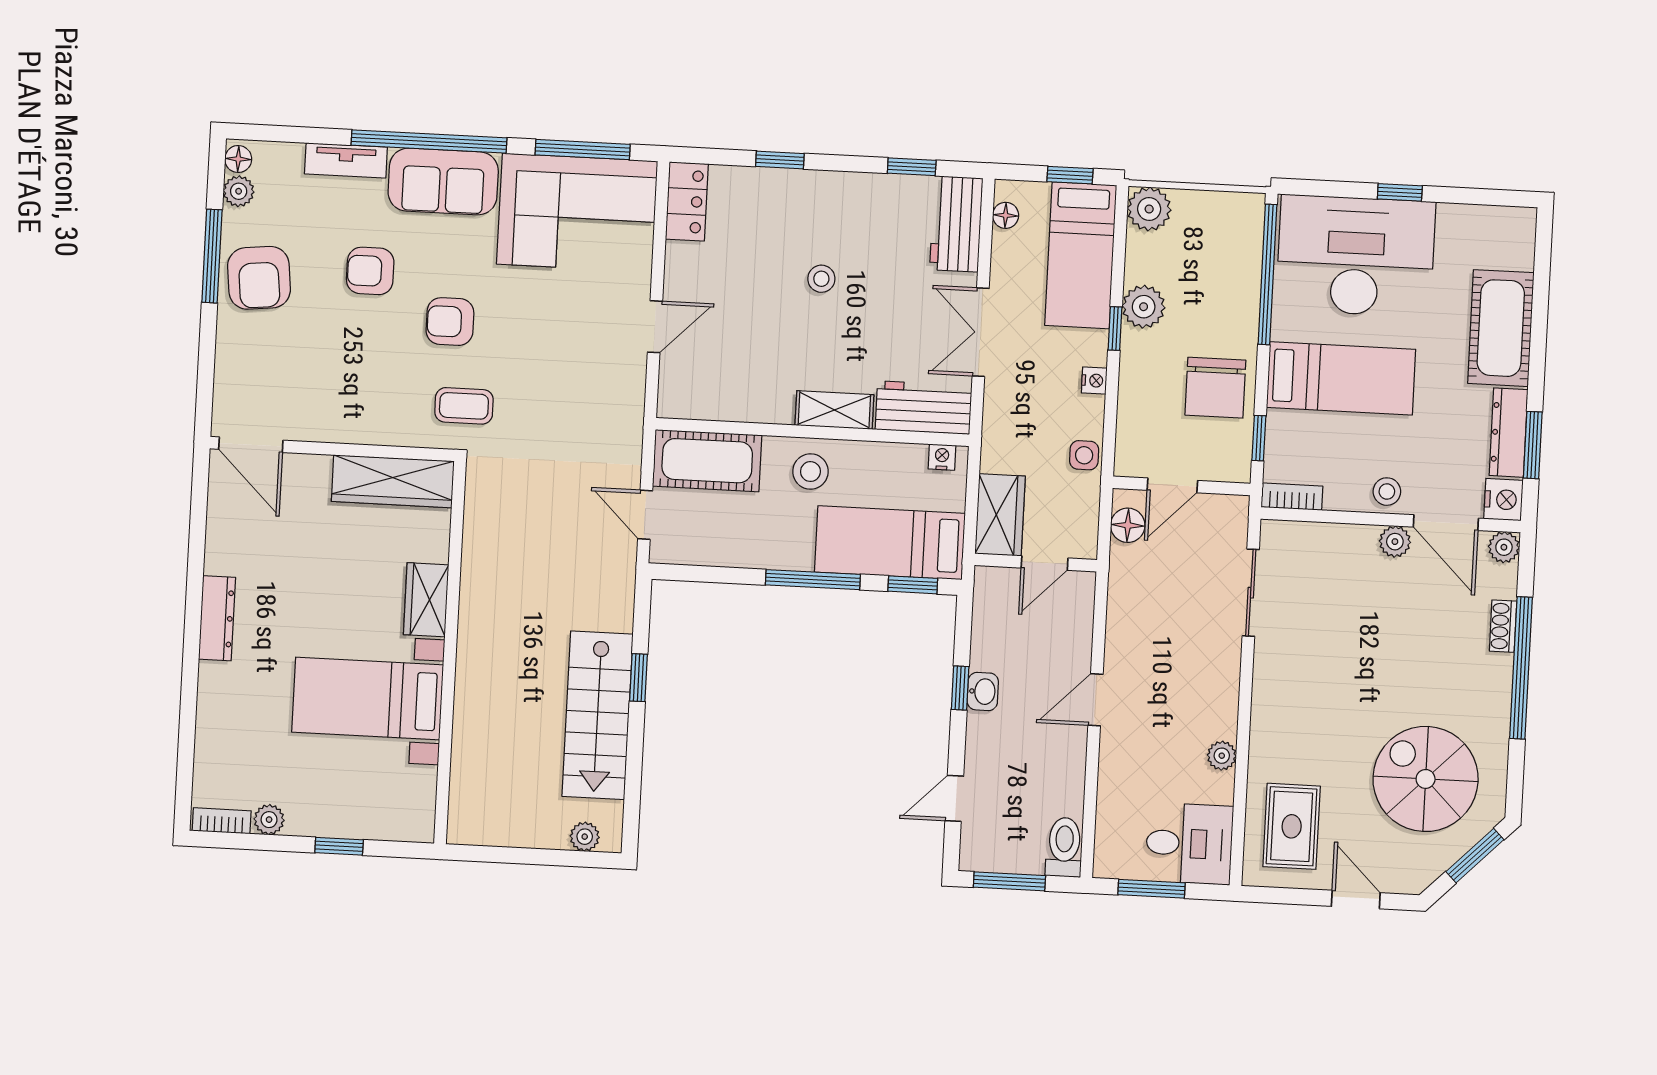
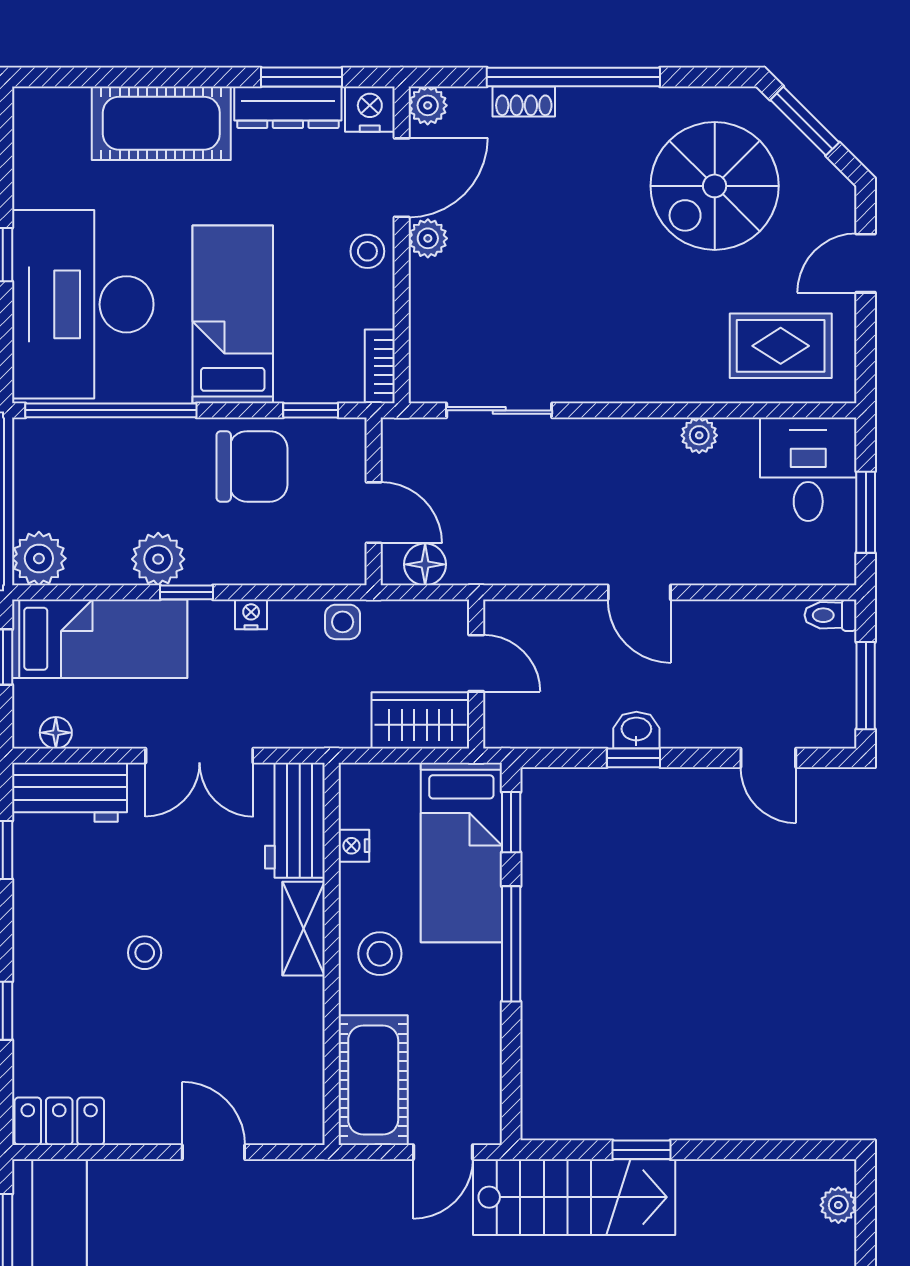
nightstand: (942, 457) -> (354, 846), moved
stairs: (598, 715) -> (574, 1197), moved
toilet: (1064, 847) -> (830, 615), width x0.73, depth x0.72

